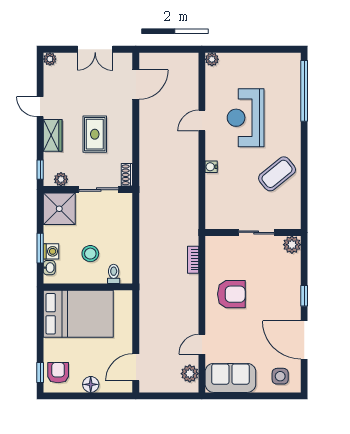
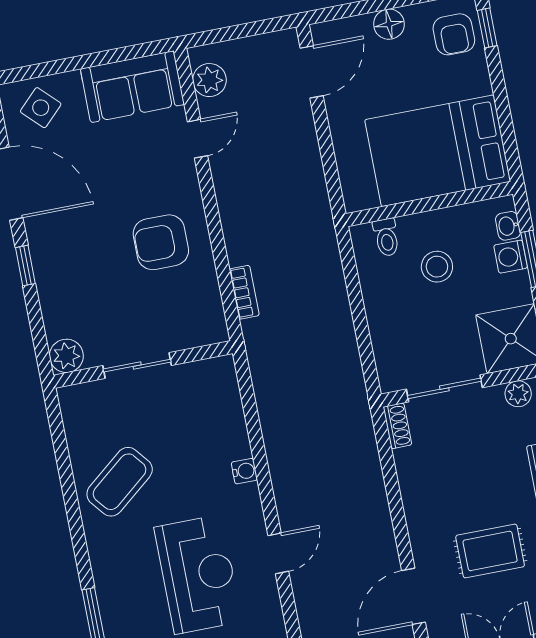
rug: (95, 134) -> (490, 551), moved, turned 90
side table: (280, 376) -> (41, 108), turned 45

